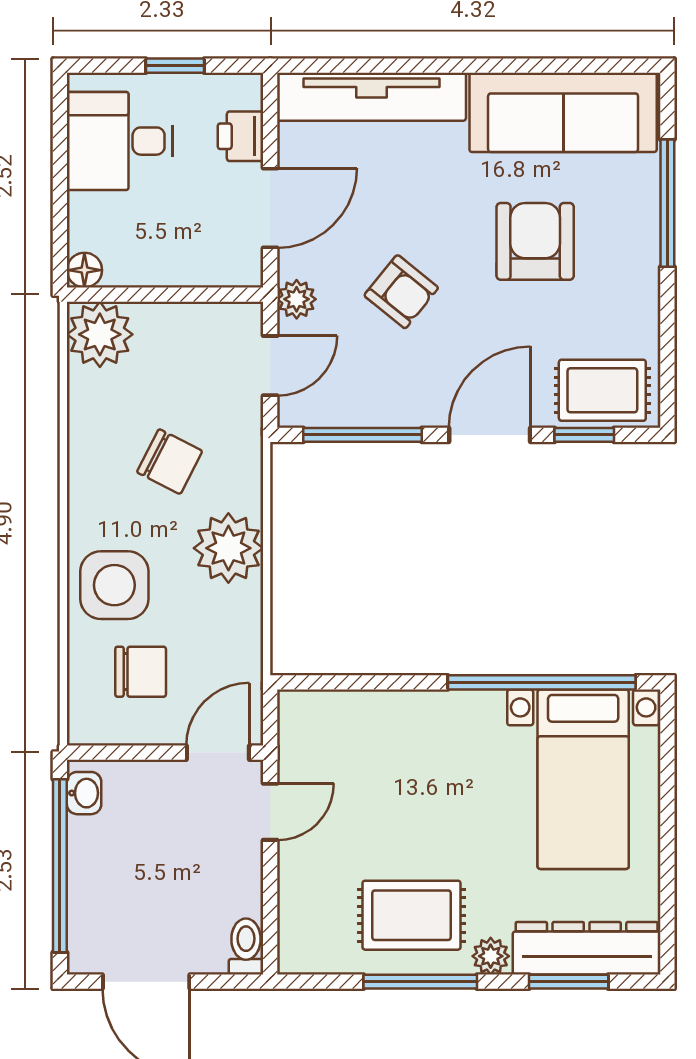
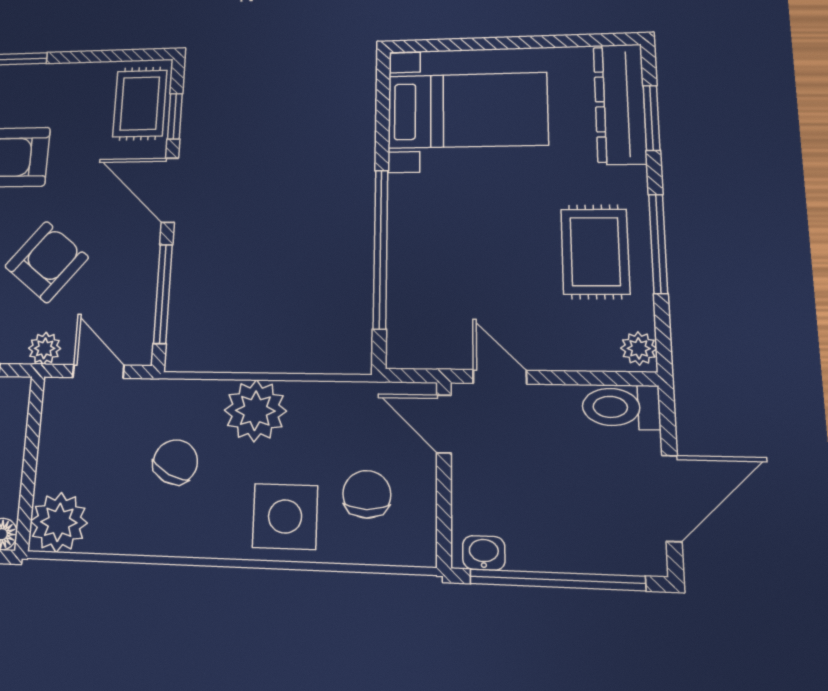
armchair: (401, 292) -> (47, 262), width x1.38, depth x1.38
window: (542, 682) -> (381, 248), moved
toilet: (246, 946) -> (621, 407), width x1.37, depth x1.39
plant: (491, 956) -> (639, 348), moved

